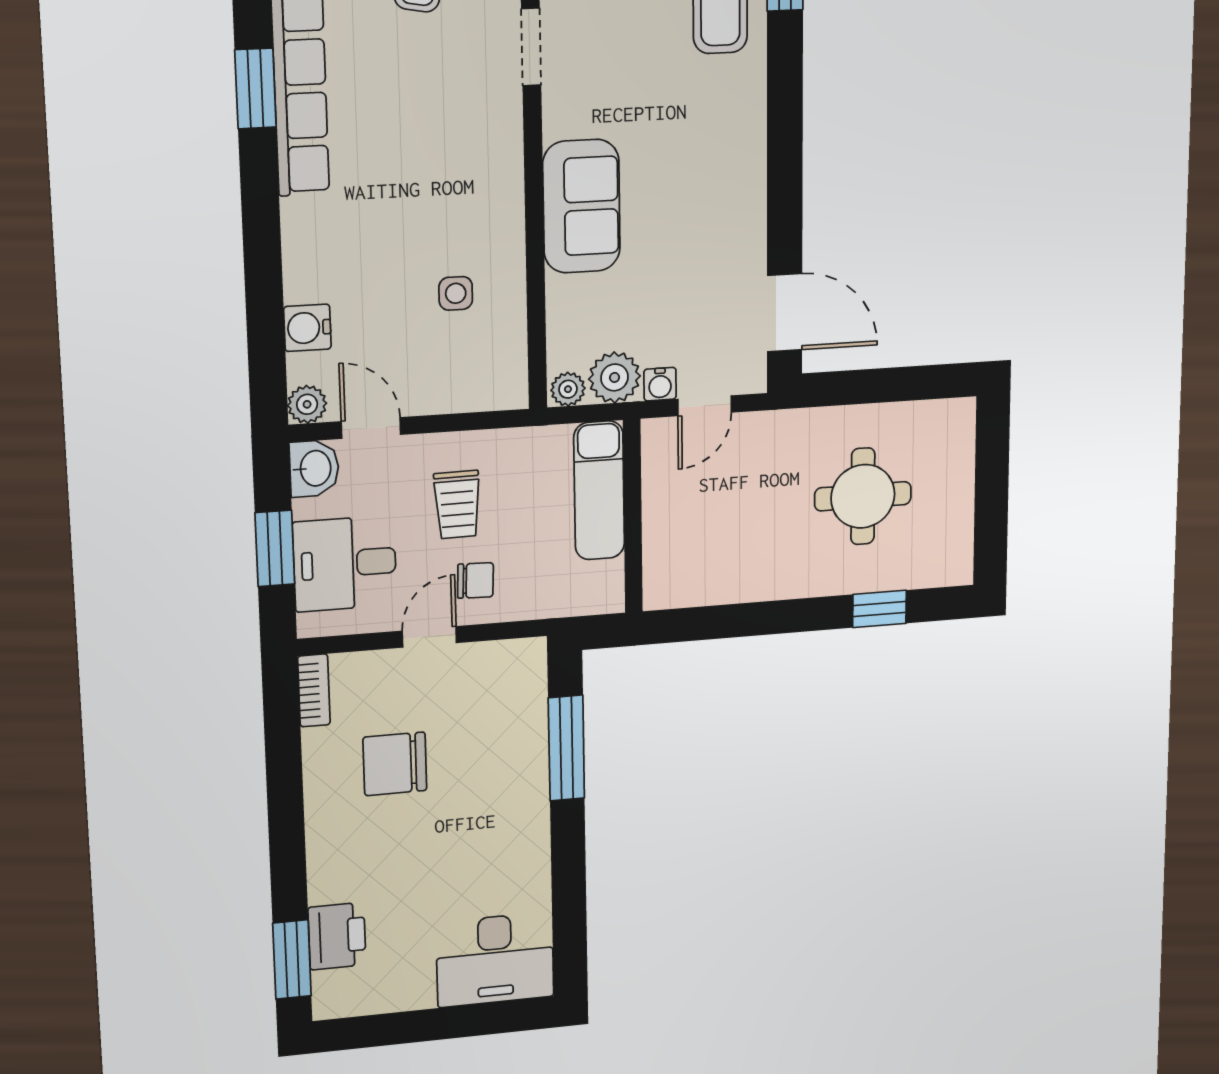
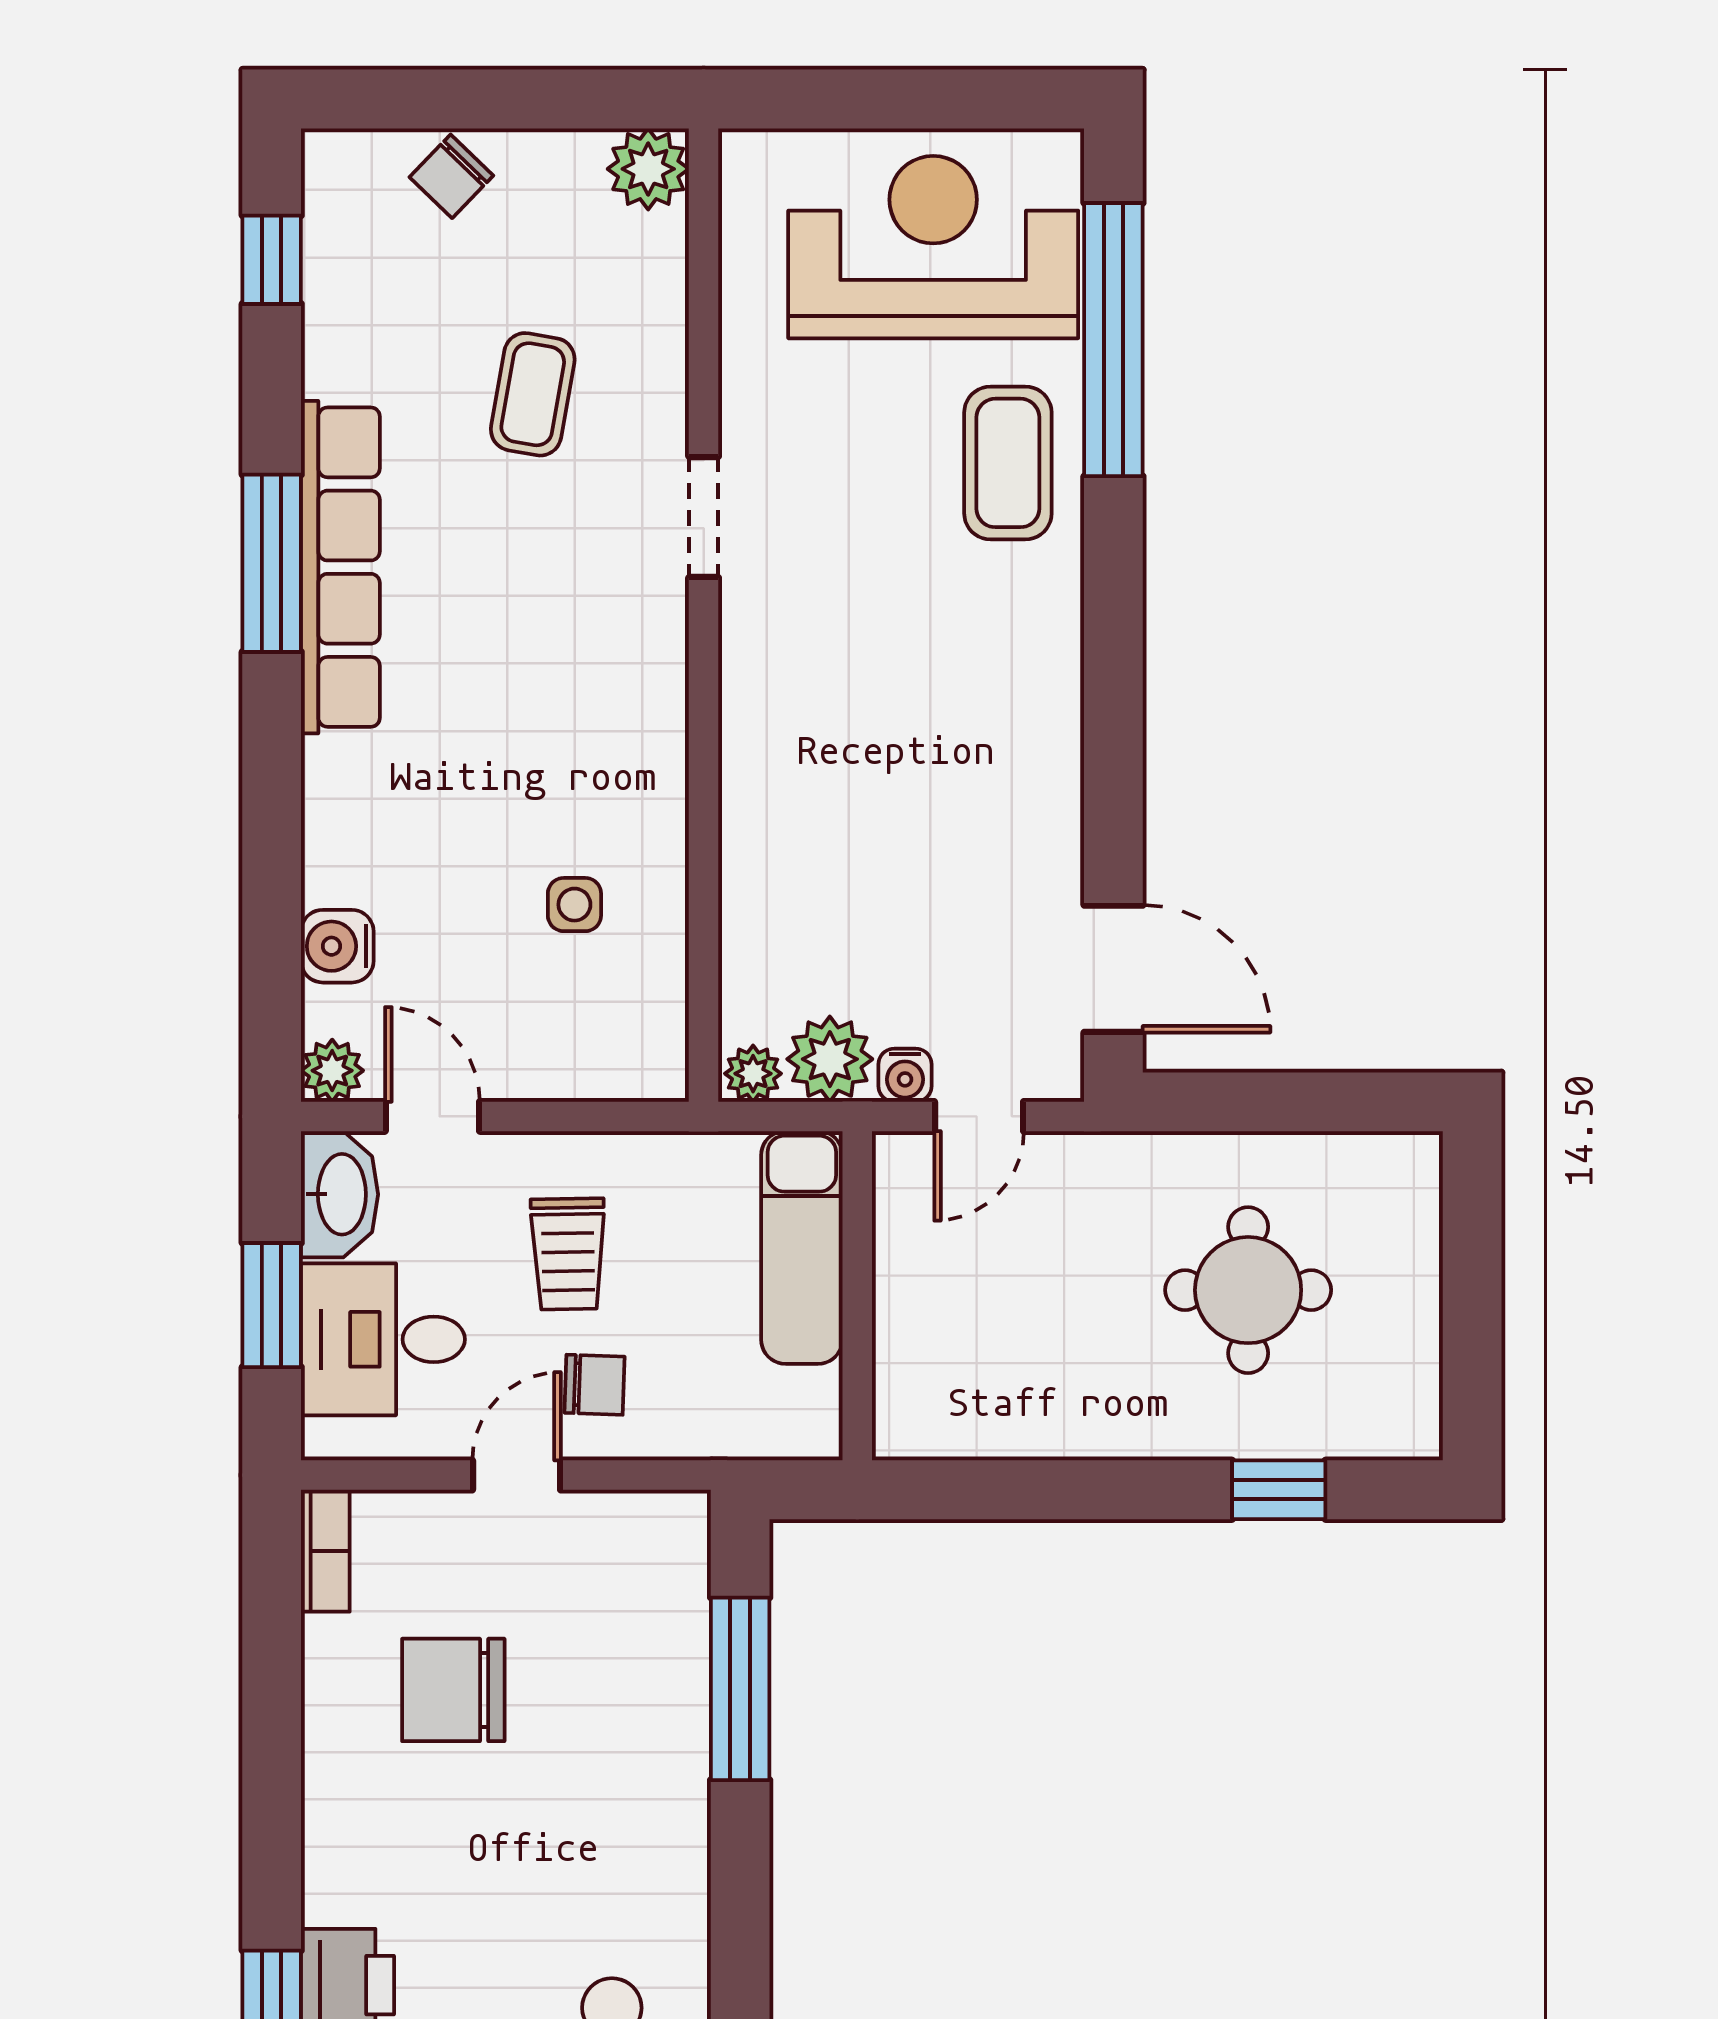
window: (255, 89) -> (272, 563), width x1.44
sofa: (581, 206) -> (780, 775), removed
washbasin: (314, 468) -> (340, 1194), width x1.38

